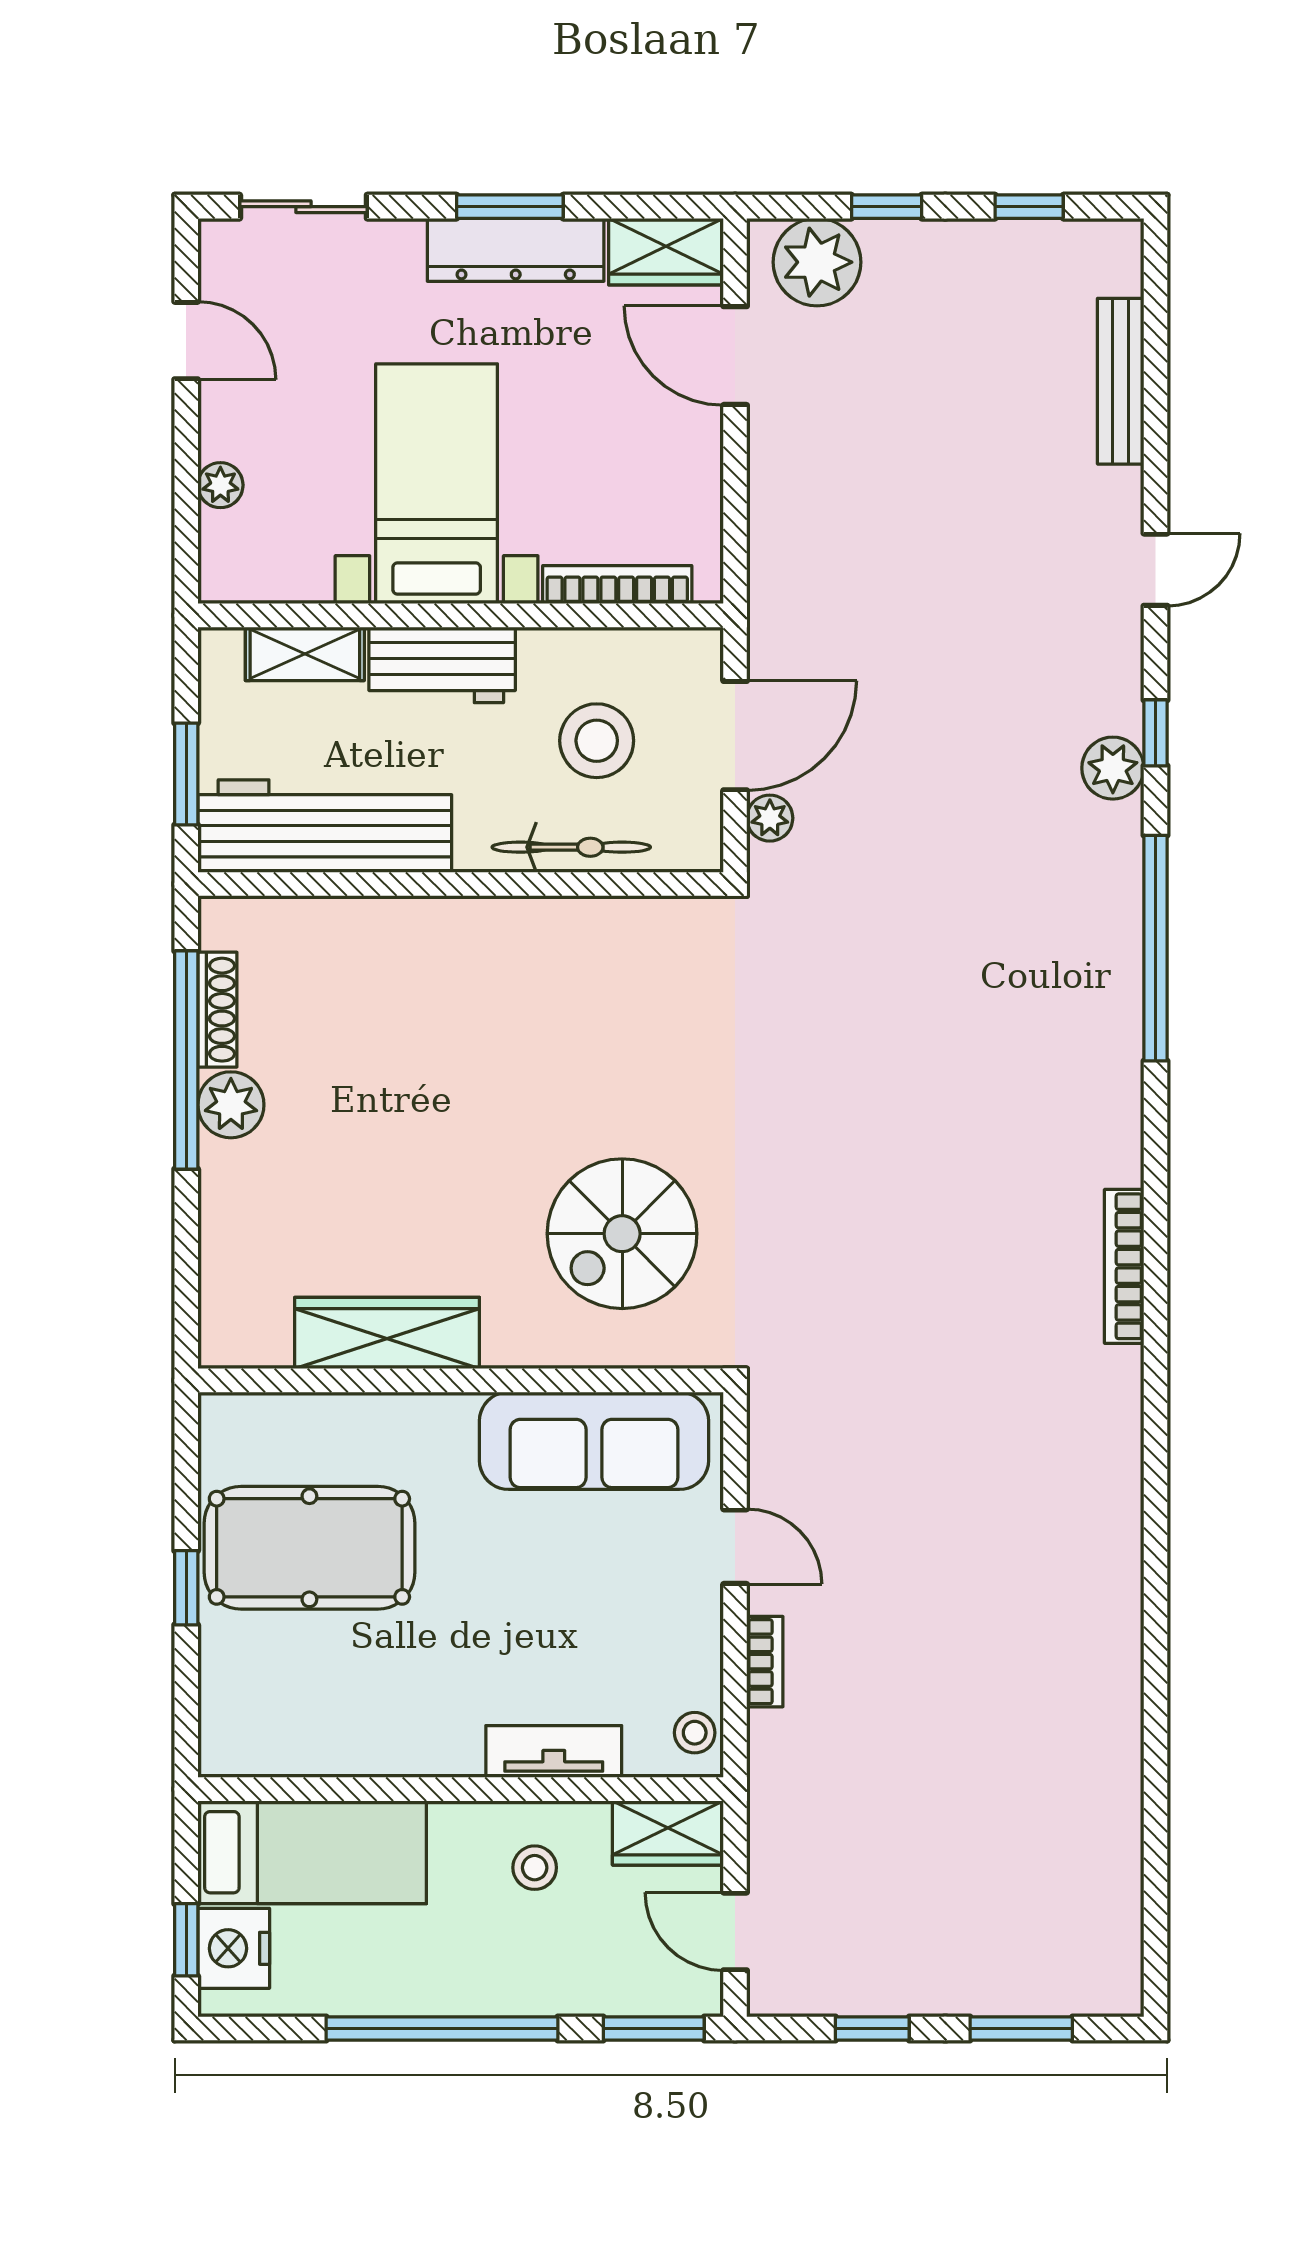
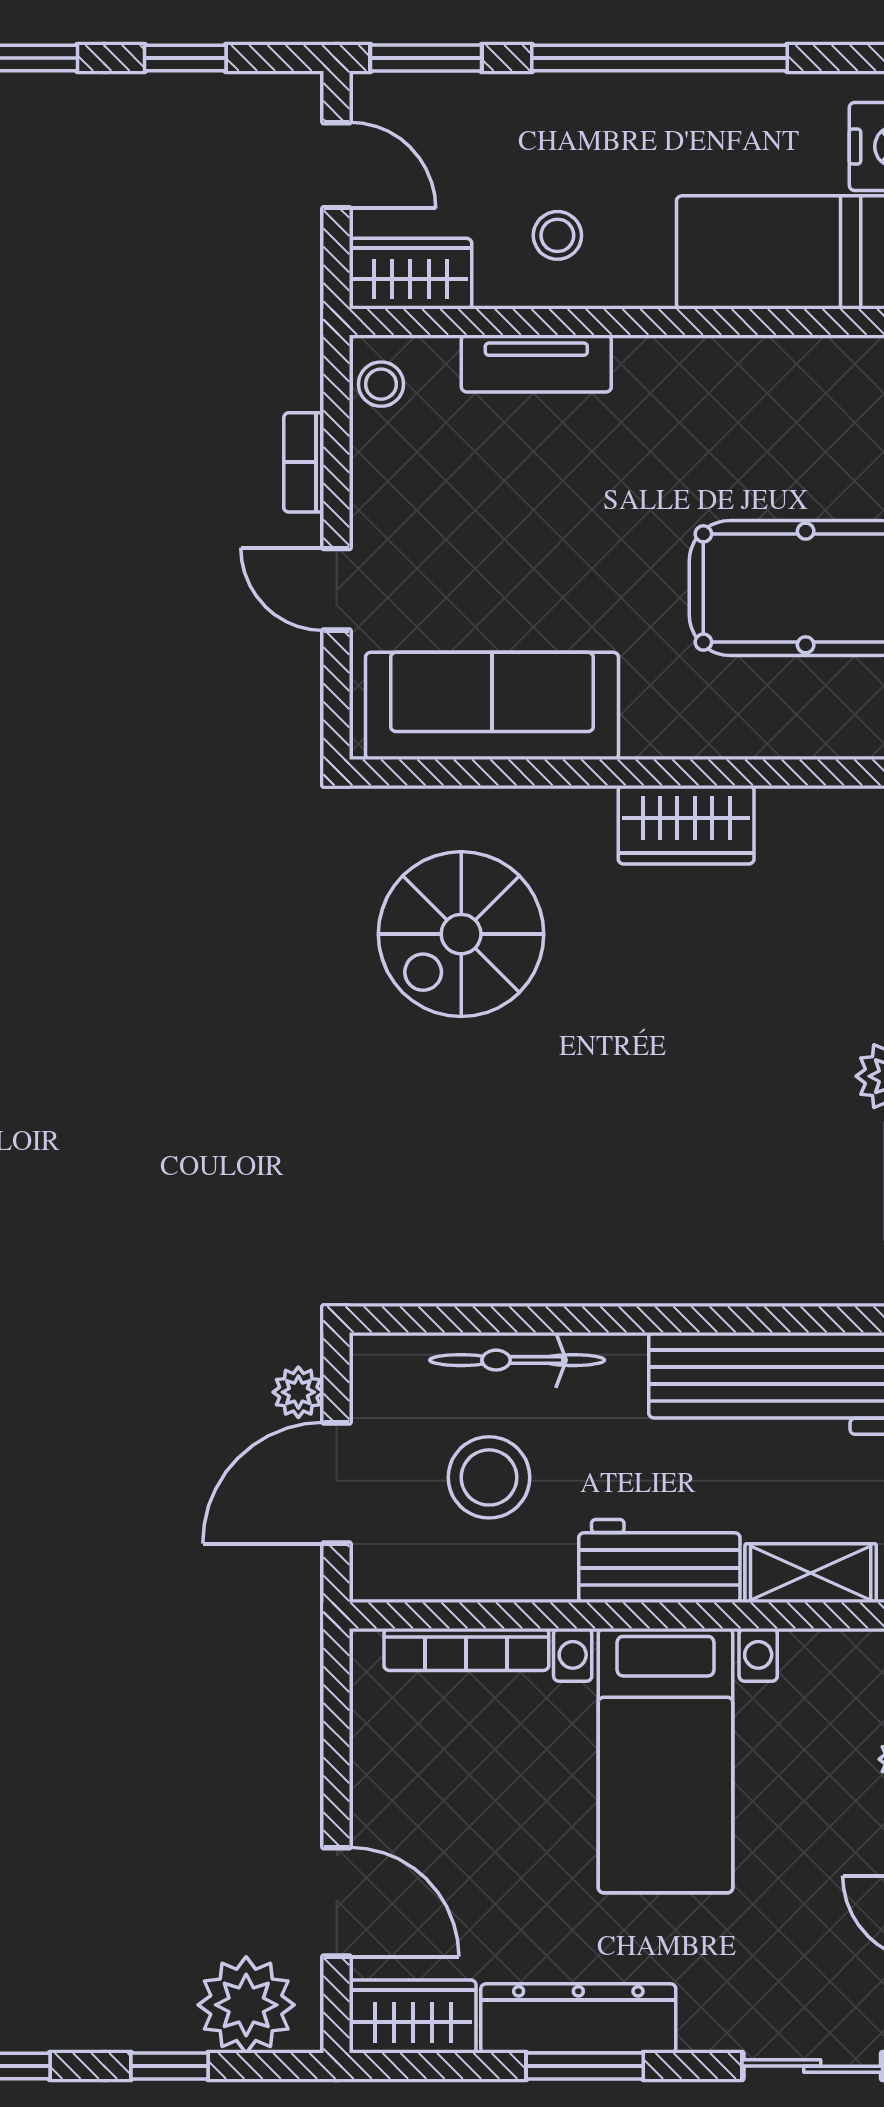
spiral stairs: (622, 1234) -> (461, 934), turned 180
wardrobe: (387, 1333) -> (686, 825), width x0.67

